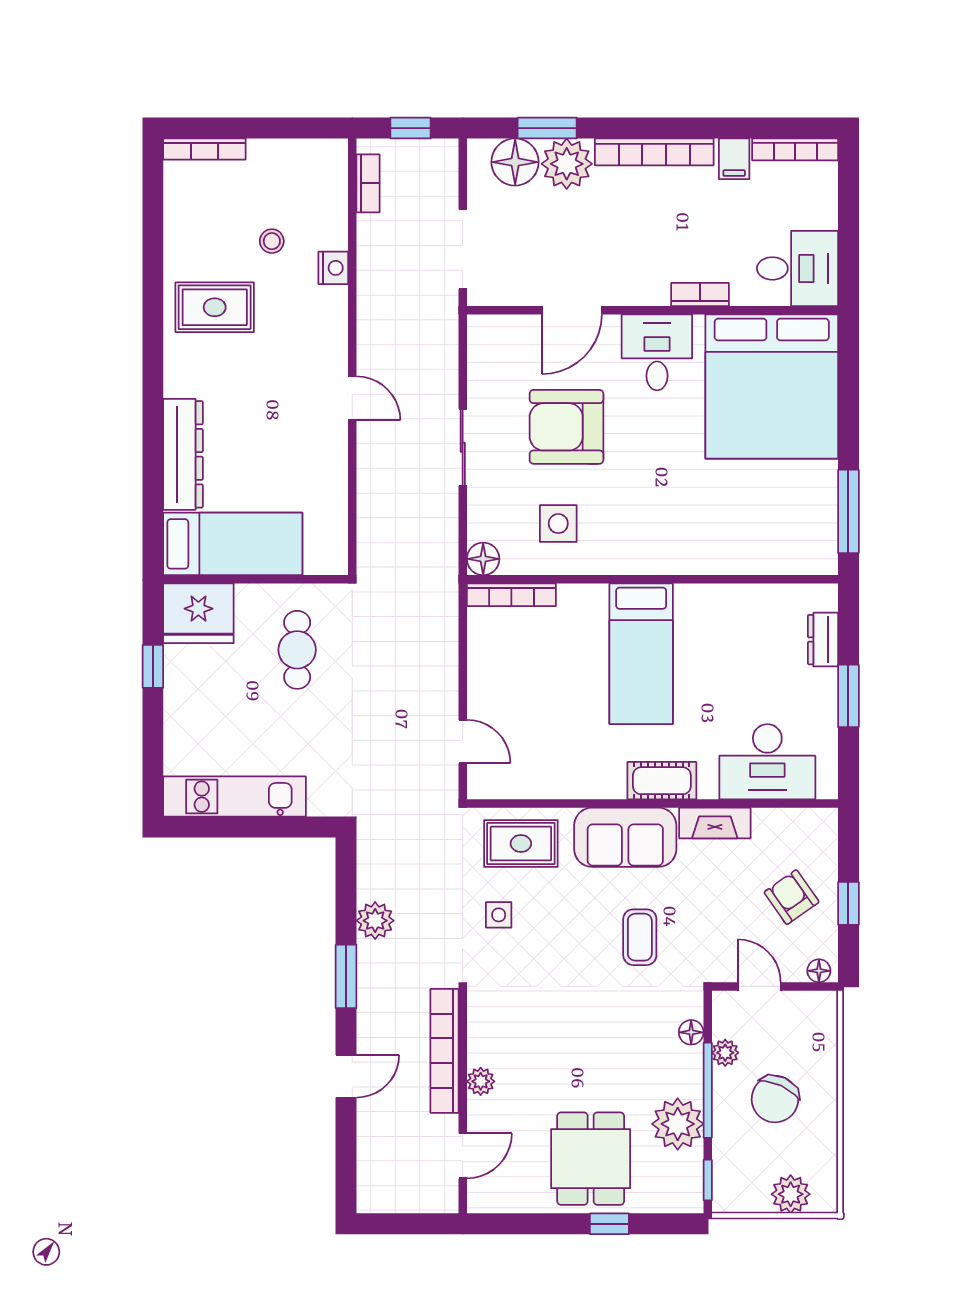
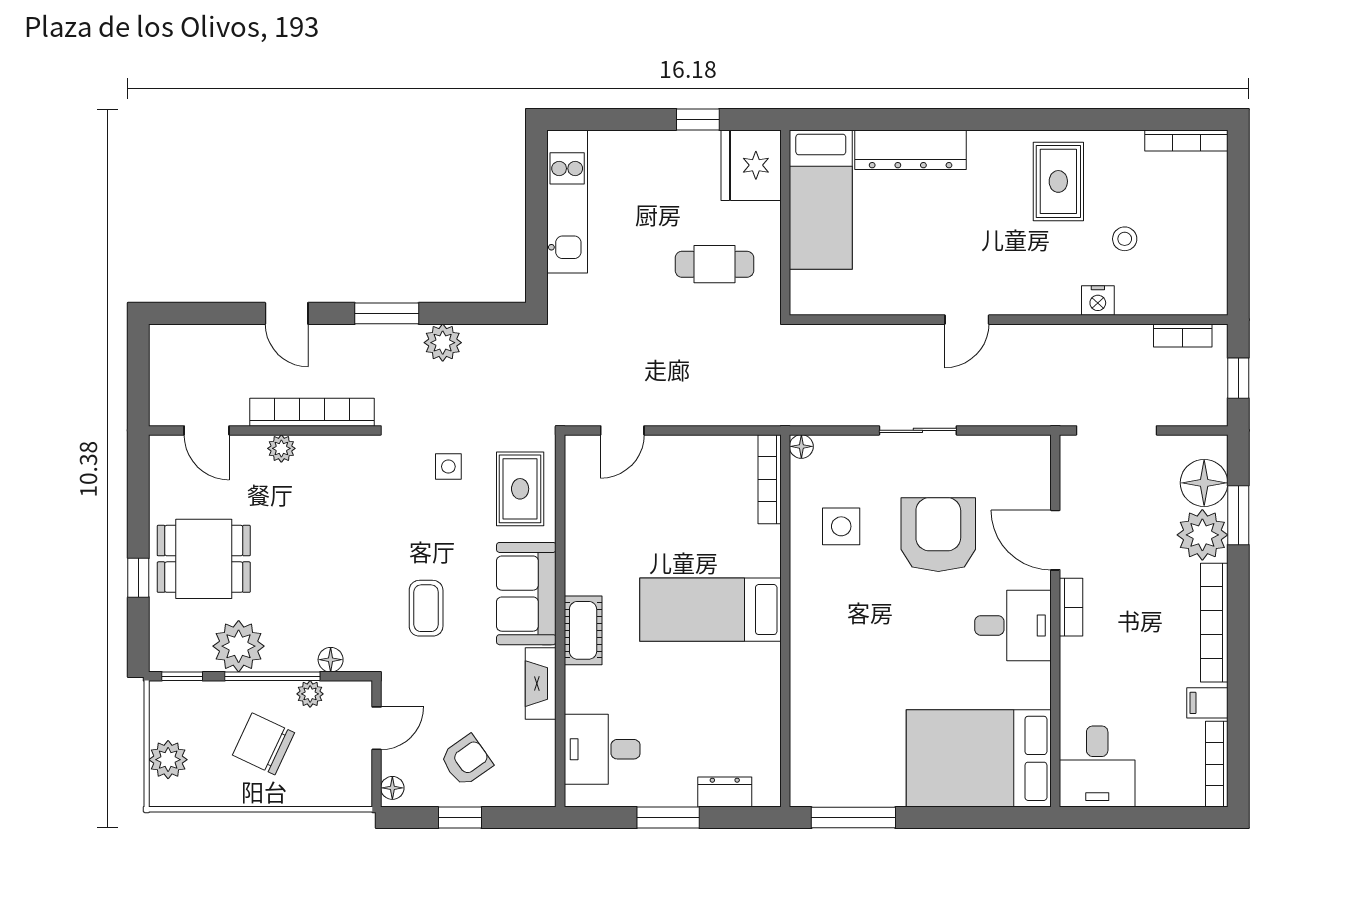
bookcase: (204, 149) -> (1186, 140), moved, turned -90
bookcase: (700, 294) -> (1071, 607), moved
bed: (772, 386) -> (979, 758), width x0.73
floor lamp: (483, 559) -> (801, 446), width x0.73, depth x0.73
desk: (767, 762) -> (602, 749), width x0.73
coffee table: (640, 937) -> (426, 608), turned 90

